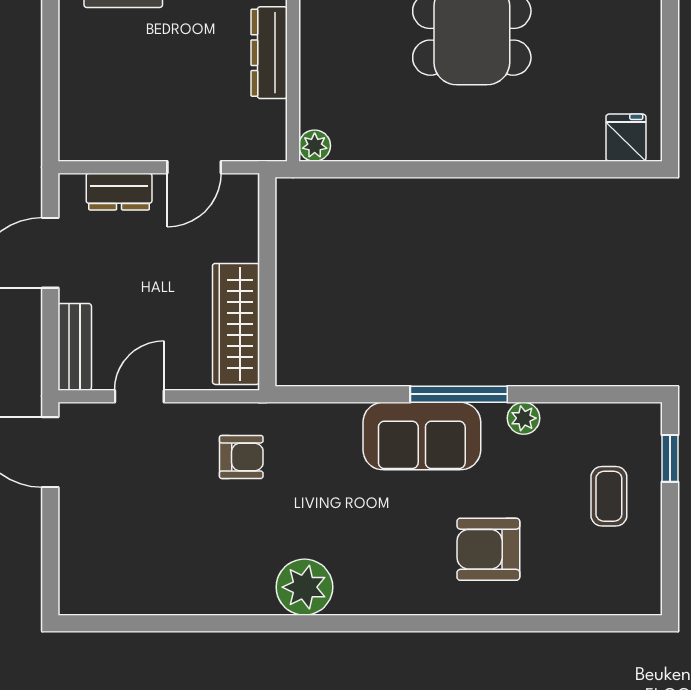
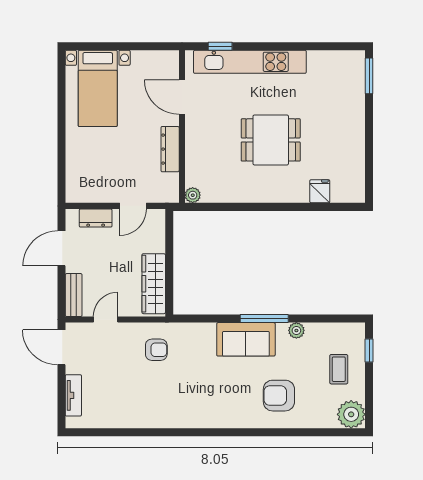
fridge: (626, 138) -> (320, 191), moved
tv unit: (74, 549) -> (73, 395), added
plant: (304, 587) -> (351, 414), moved

